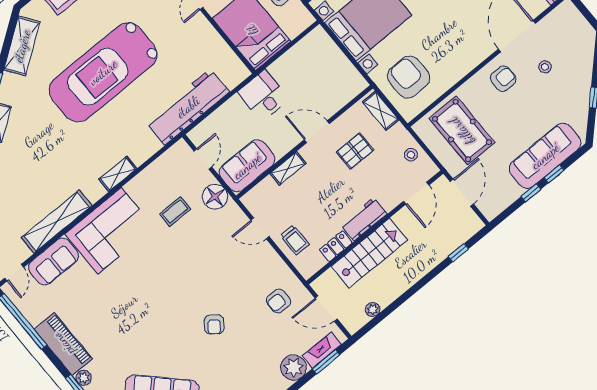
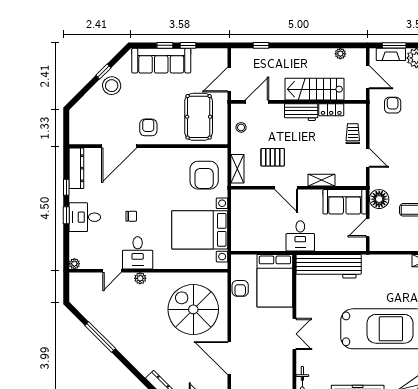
stool: (545, 67) -> (112, 86), moved, width x1.89, depth x1.89
armchair: (503, 79) -> (148, 127), turned 90
workbench: (188, 107) -> (329, 266), moved
armchair: (278, 301) -> (393, 105), turned -90

